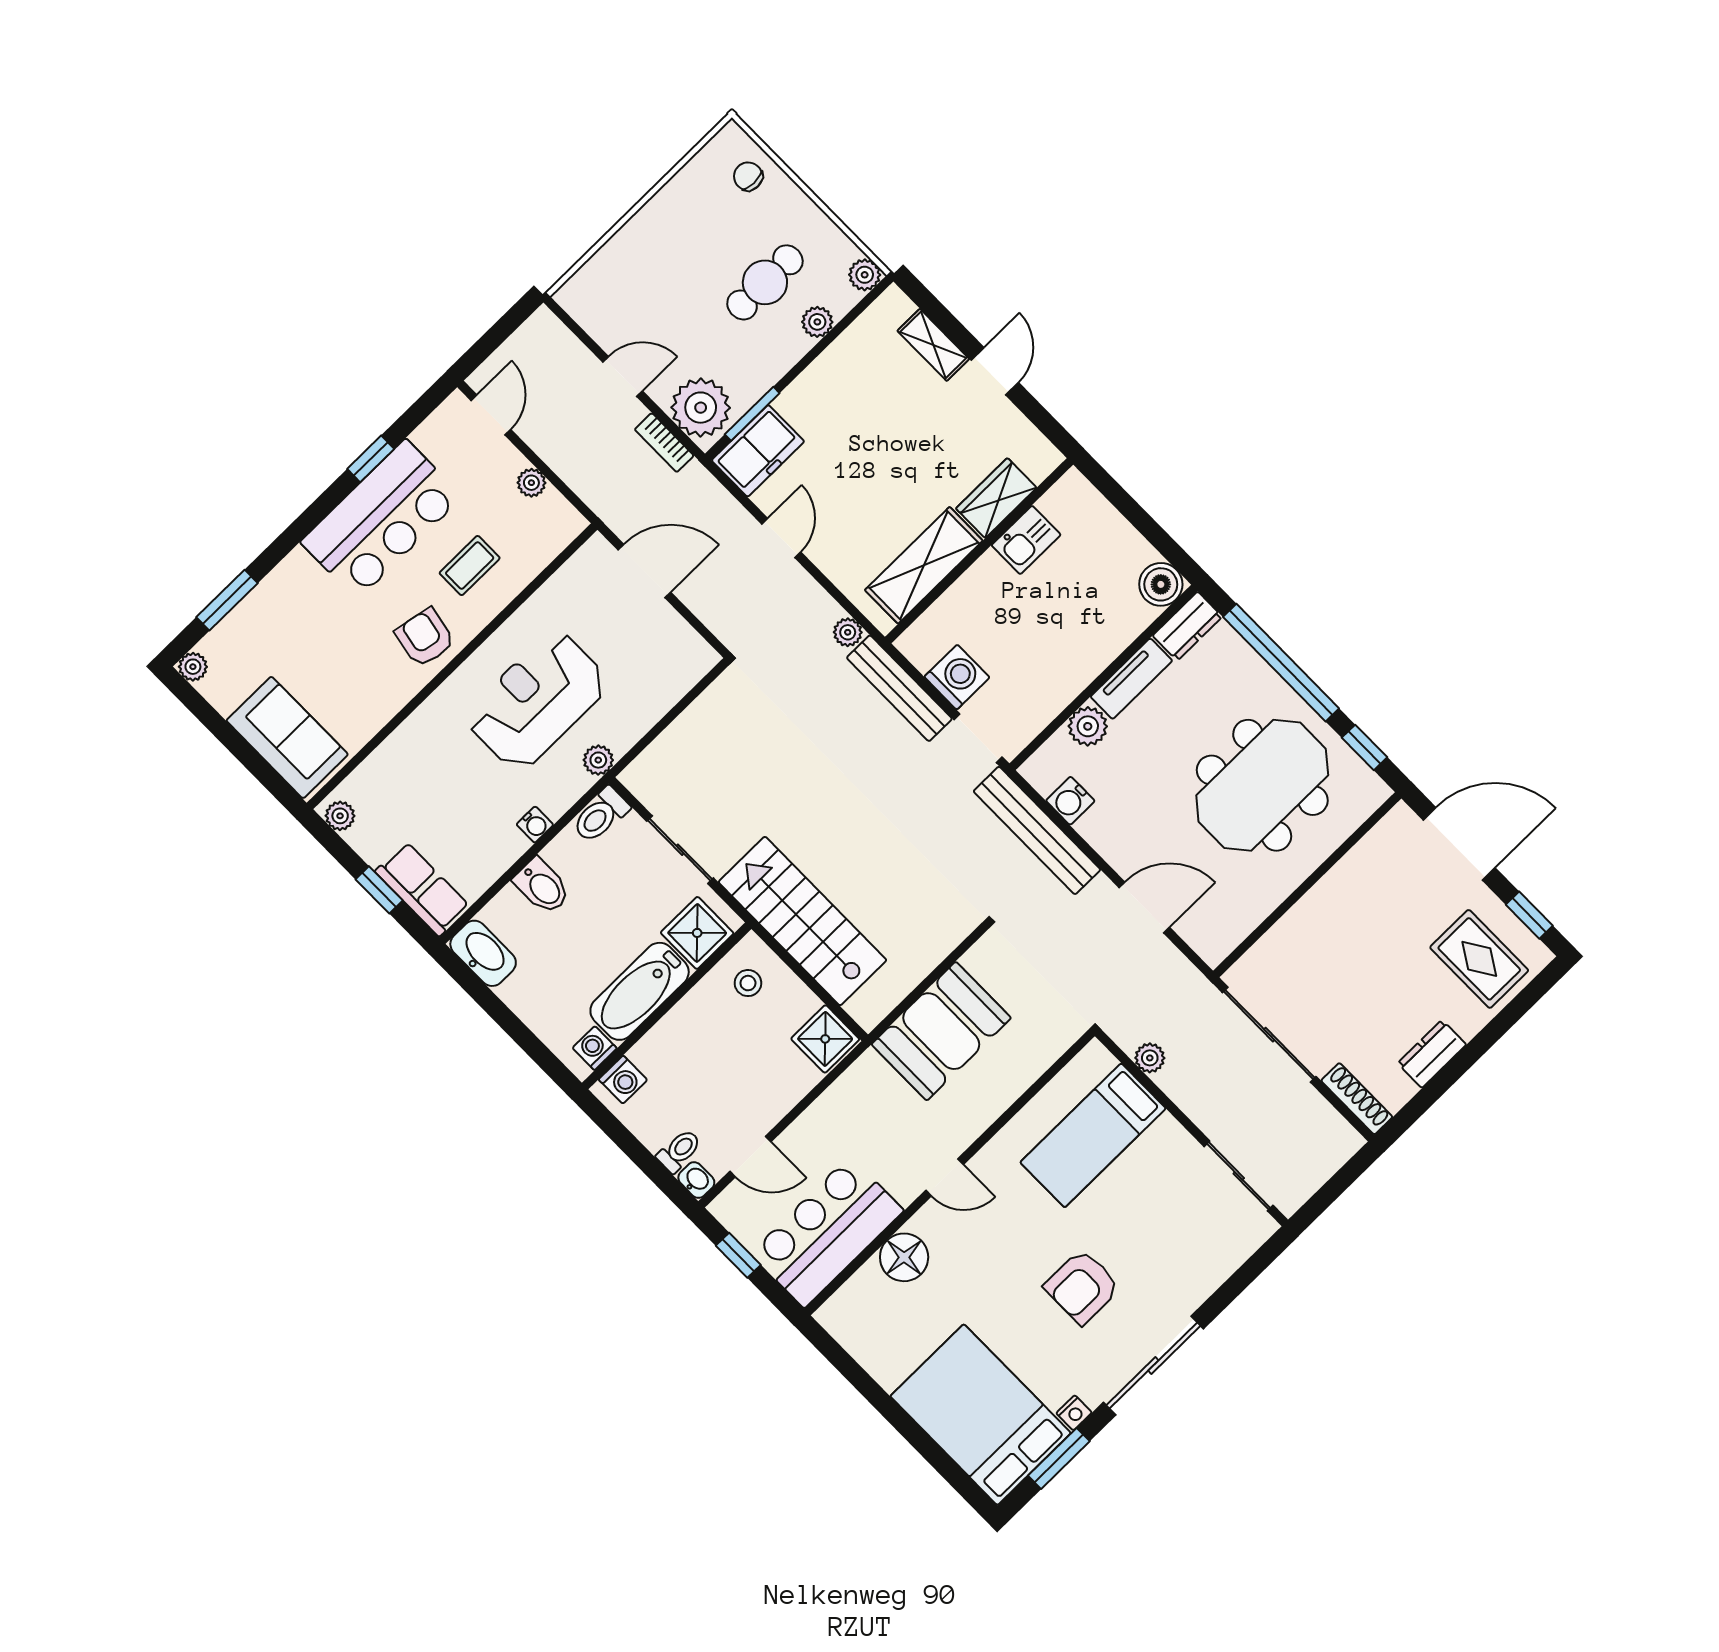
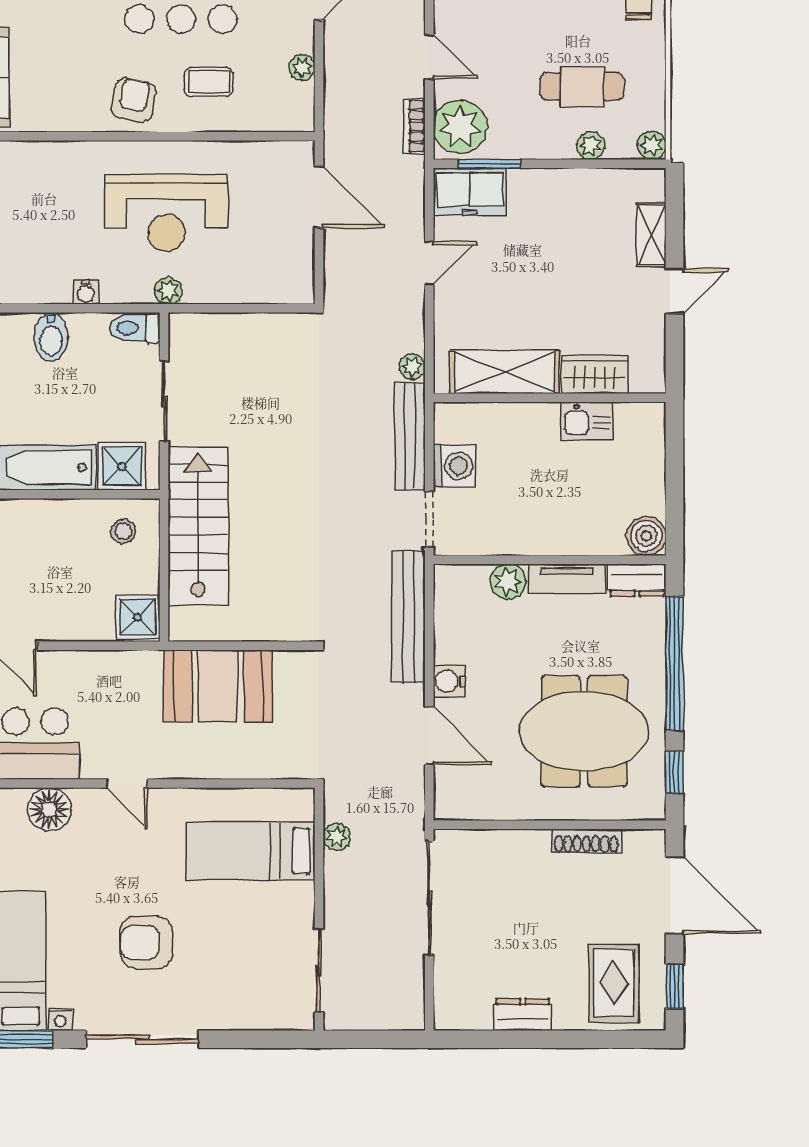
reception desk: (537, 700) -> (166, 213), turned 180
water cooler: (1070, 801) -> (449, 681), moved
shoe rack: (1357, 1099) -> (586, 841), moved, turned 90

